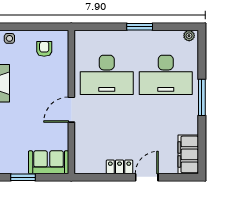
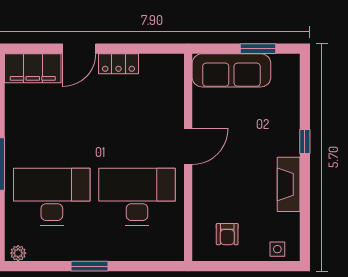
filing cabinet: (188, 154) -> (33, 68), moved, turned 90
sofa: (49, 162) -> (231, 70), width x1.36

